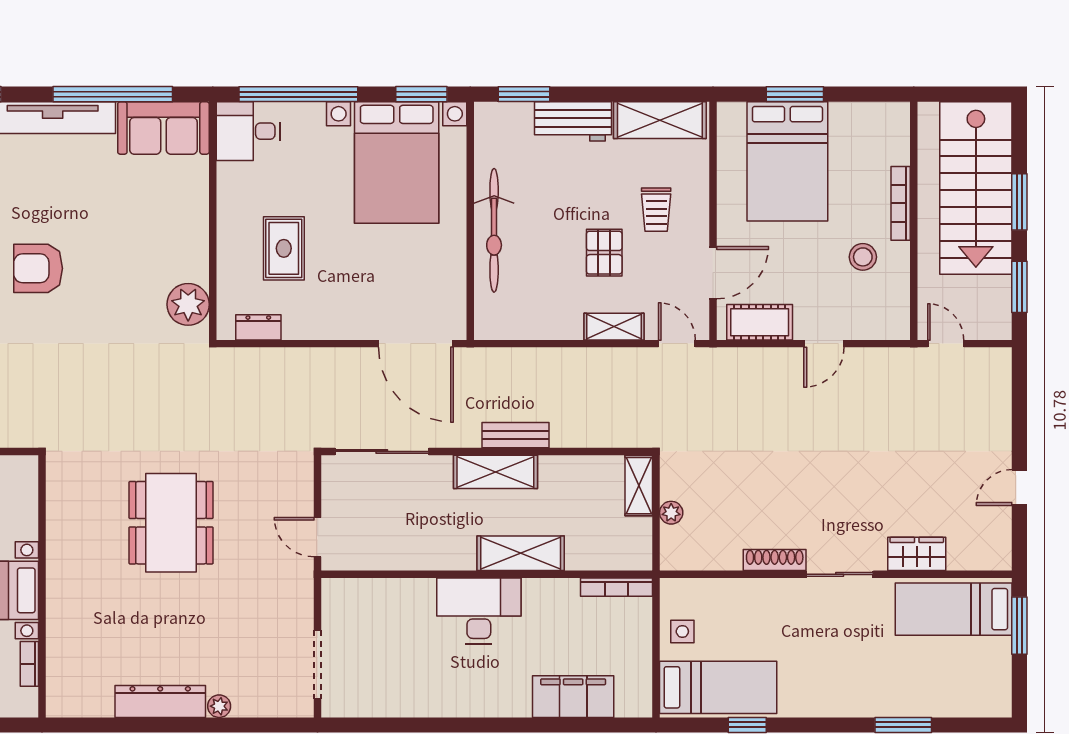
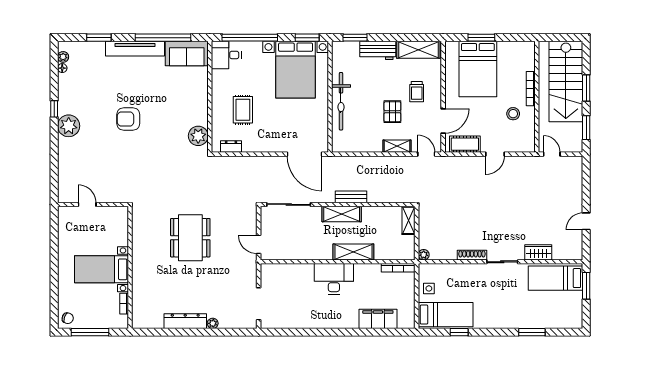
plant: (671, 513) -> (424, 255), moved

